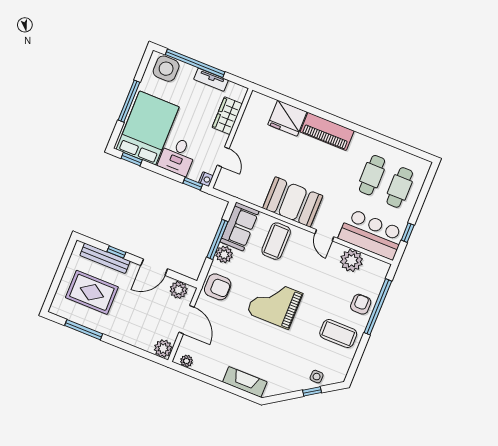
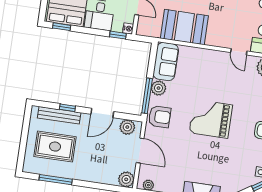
booth: (293, 202) -> (184, 27), moved
window: (217, 239) -> (147, 96), moved
coffee table: (276, 241) -> (199, 66), removed

